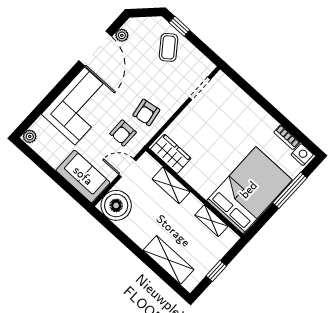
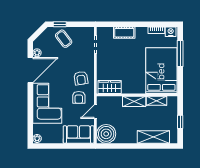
door: (95, 49) -> (30, 70), hinge flipped
cot: (246, 106) -> (124, 33), added
shelving: (171, 185) -> (134, 101), moved

